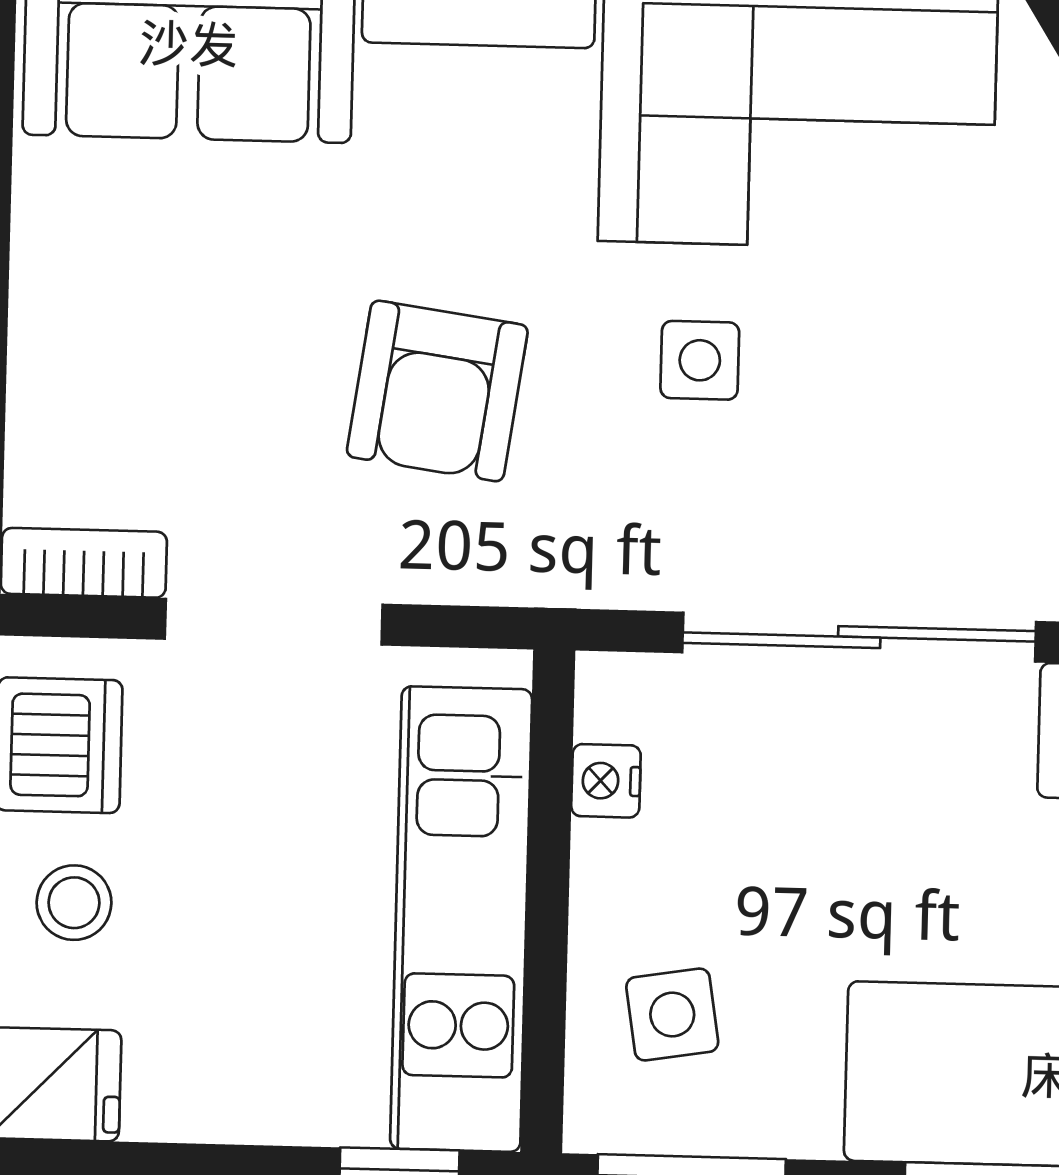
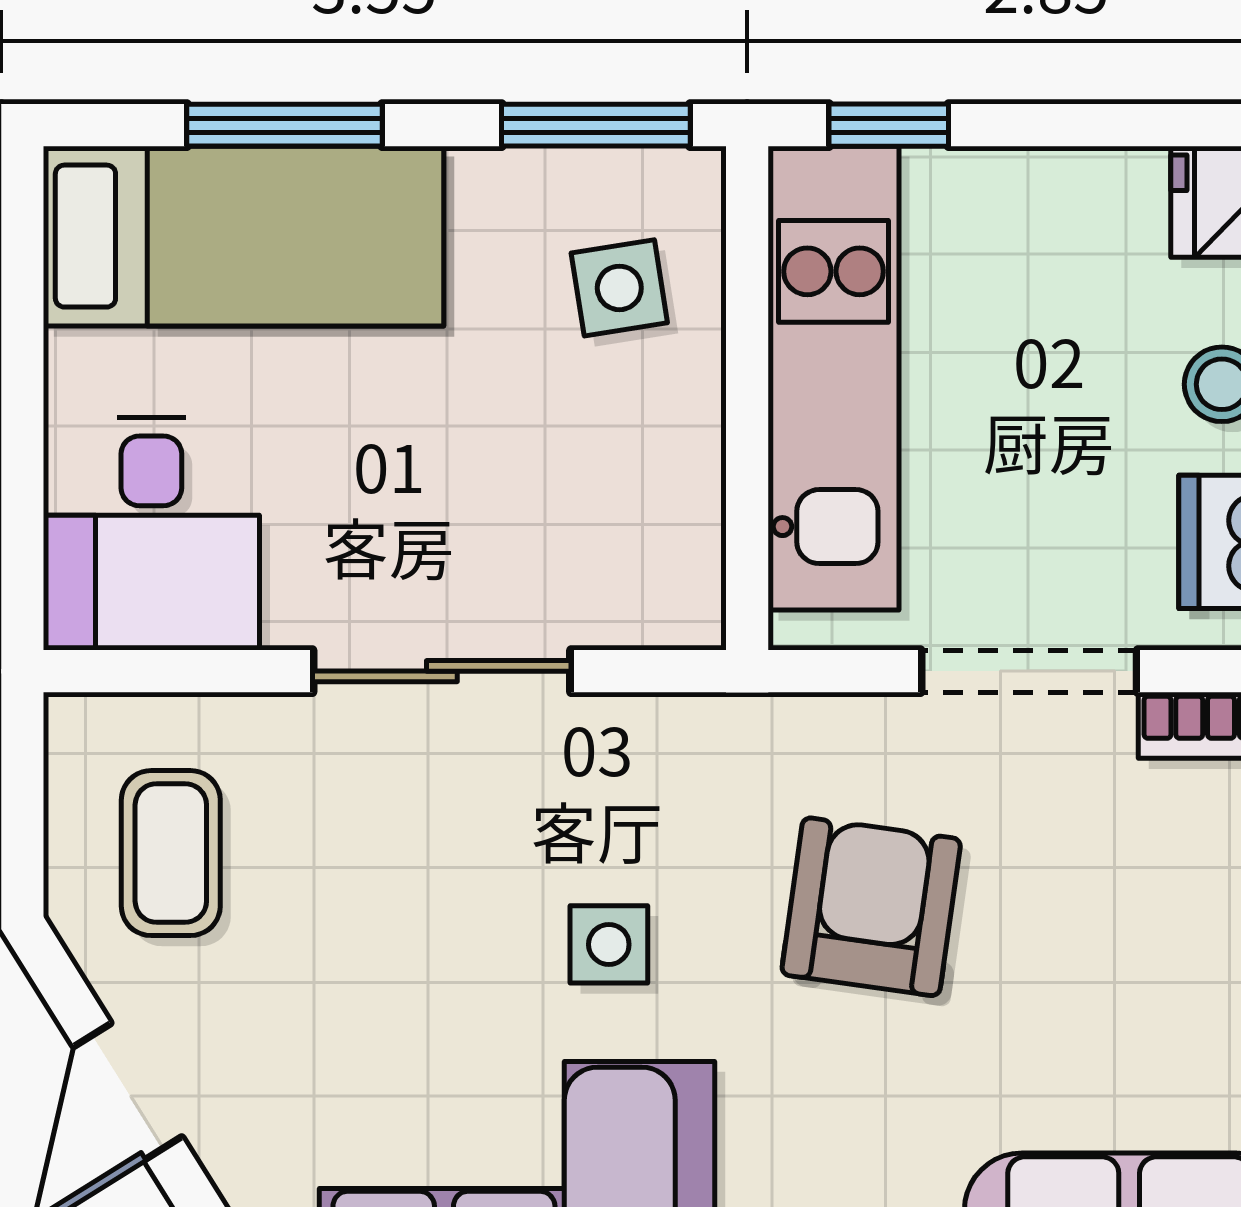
sliding door: (859, 637) -> (442, 671), width x0.73
nightstand: (606, 781) -> (692, 520), removed

